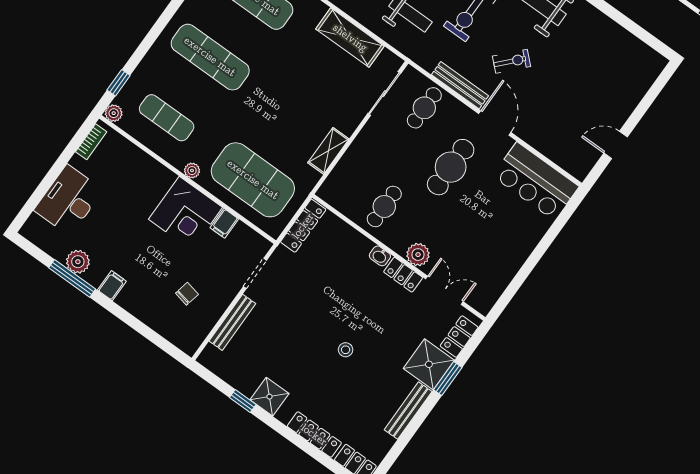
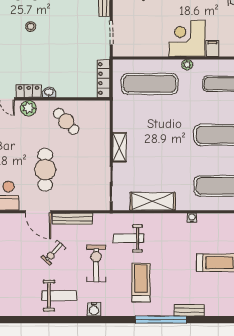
cafe table: (424, 108) -> (83, 192), removed
shelving: (328, 151) -> (119, 147), moved
exercise mat: (253, 180) -> (150, 84), width x0.68
cafe table: (384, 206) -> (66, 121), turned -43
corner desk: (186, 213) -> (187, 38), moved
filing cabinet: (224, 223) -> (212, 48), moved

